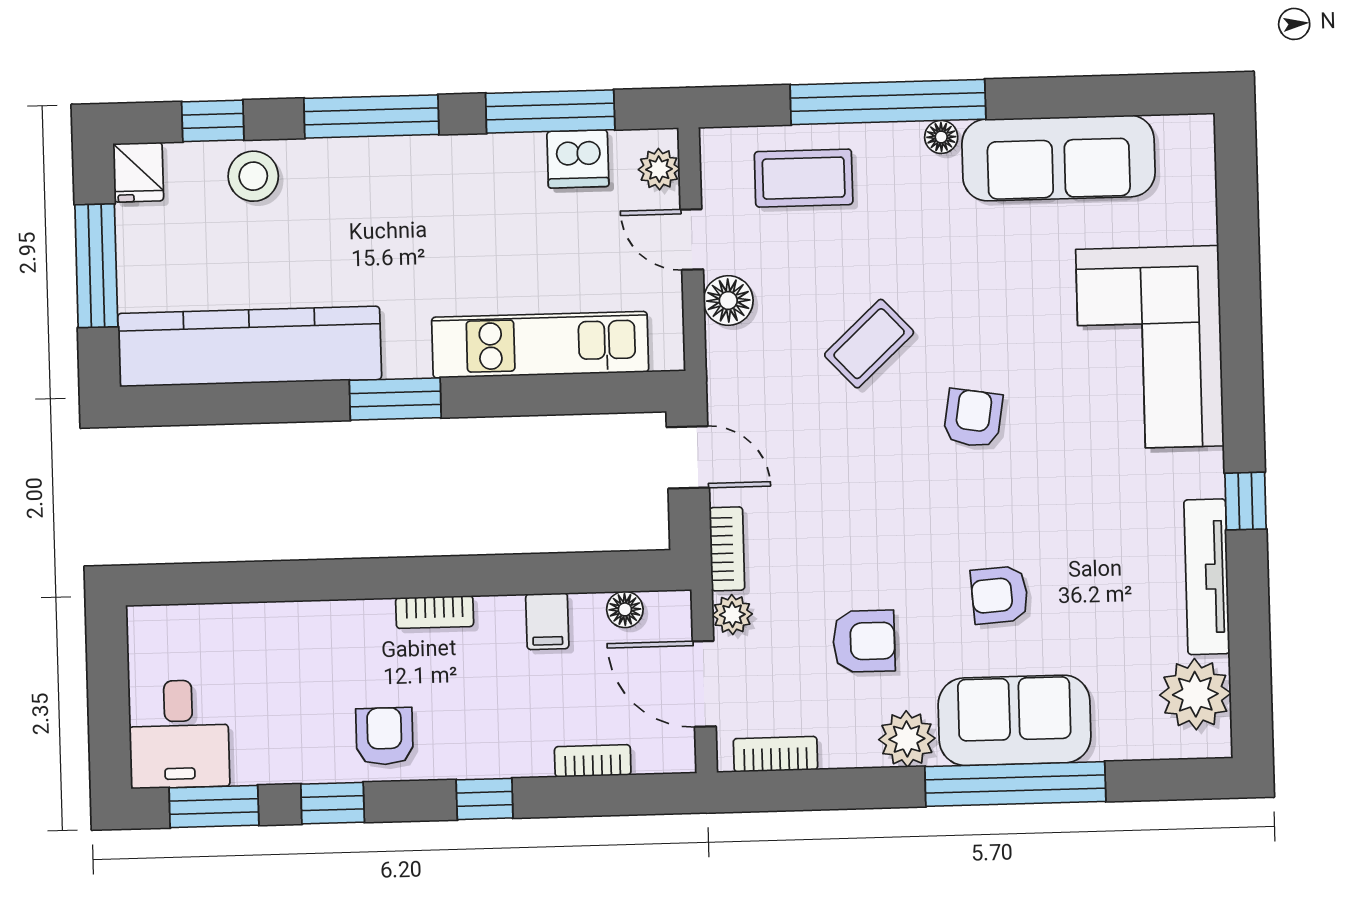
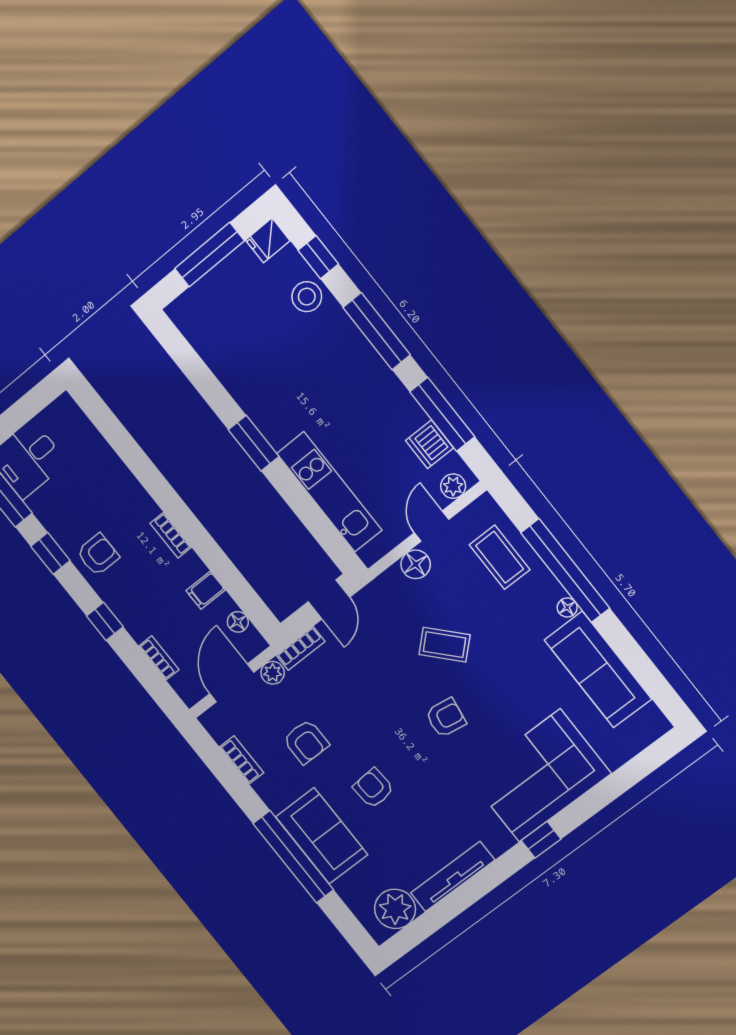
kitchen counter: (250, 346) -> (227, 356), removed
window: (1246, 501) -> (541, 840), moved
plant: (907, 739) -> (277, 793), removed
bookcase: (775, 754) -> (242, 760), moved

